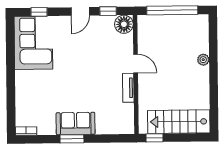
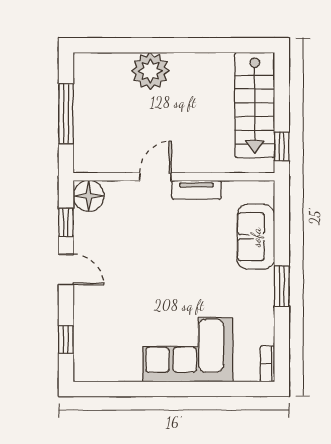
window: (172, 10) -> (66, 114), width x0.68
corner sofa: (33, 43) -> (188, 350), moved
plant: (203, 60) -> (150, 71), width x1.87, depth x1.87
sofa: (76, 124) -> (256, 237), moved

